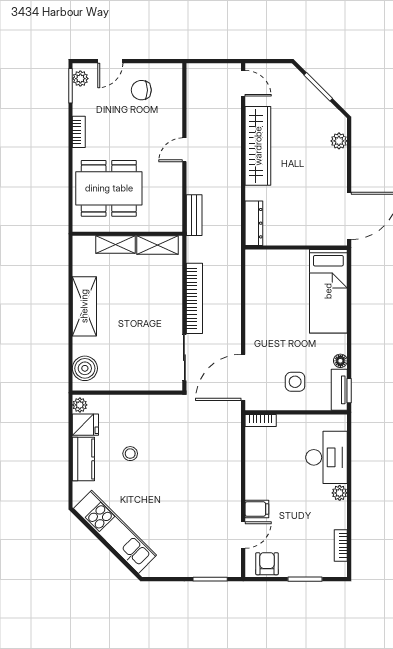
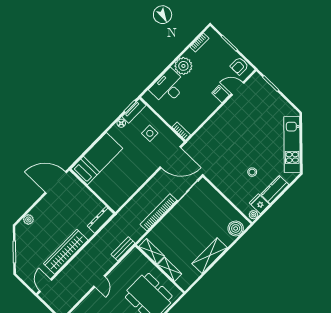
door: (184, 150) -> (100, 281), hinge flipped
plant: (340, 493) -> (183, 66), width x1.88, depth x1.88

